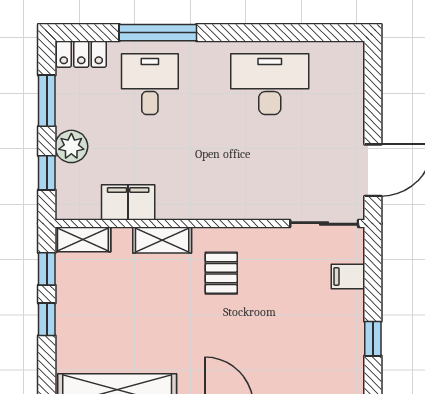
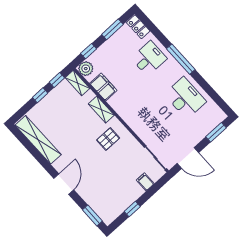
window: (158, 33) -> (181, 59), moved
window: (373, 85) -> (216, 132), added
plant: (71, 146) -> (86, 69), moved

